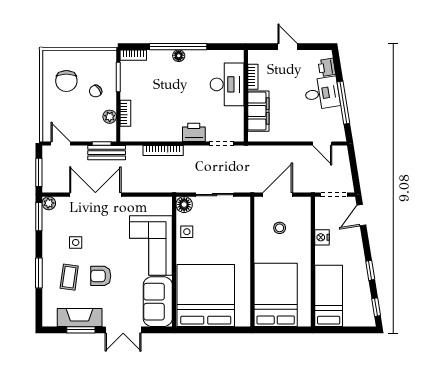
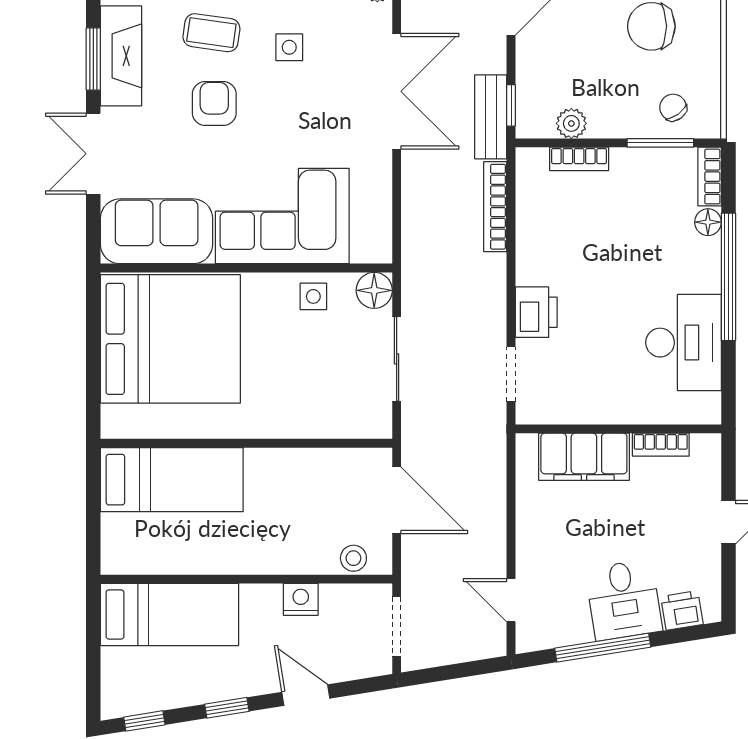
floor lamp: (179, 56) -> (708, 222), moved
desk: (227, 84) -> (683, 343), moved, turned -90
chair: (96, 91) -> (673, 107), moved
door: (322, 144) -> (511, 600), hinge flipped
bookcase: (163, 151) -> (495, 207), moved
door: (361, 215) -> (306, 695), moved
stool: (280, 228) -> (353, 558), moved
bed: (276, 295) -> (172, 480), width x0.67

